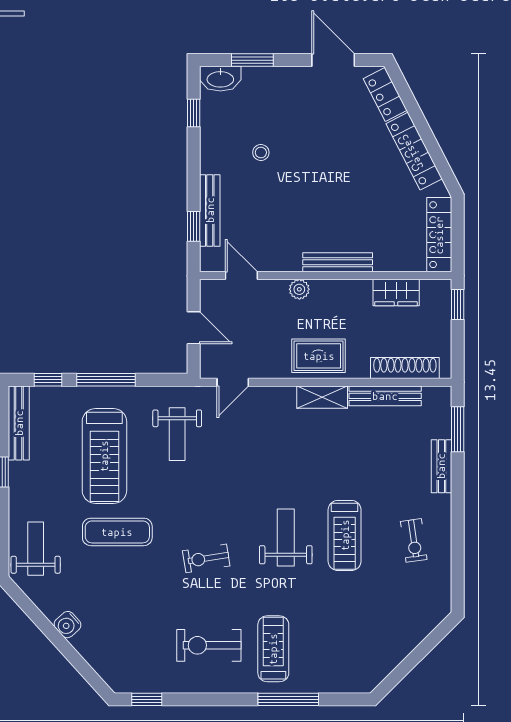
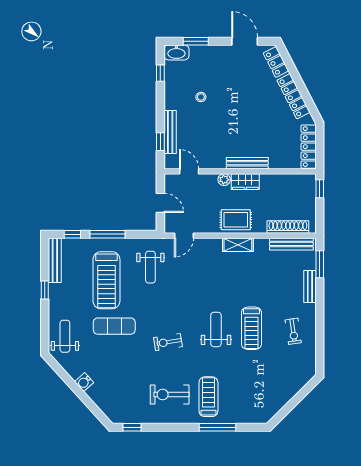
wardrobe: (396, 293) -> (245, 182), moved
bench: (385, 396) -> (291, 244), moved

